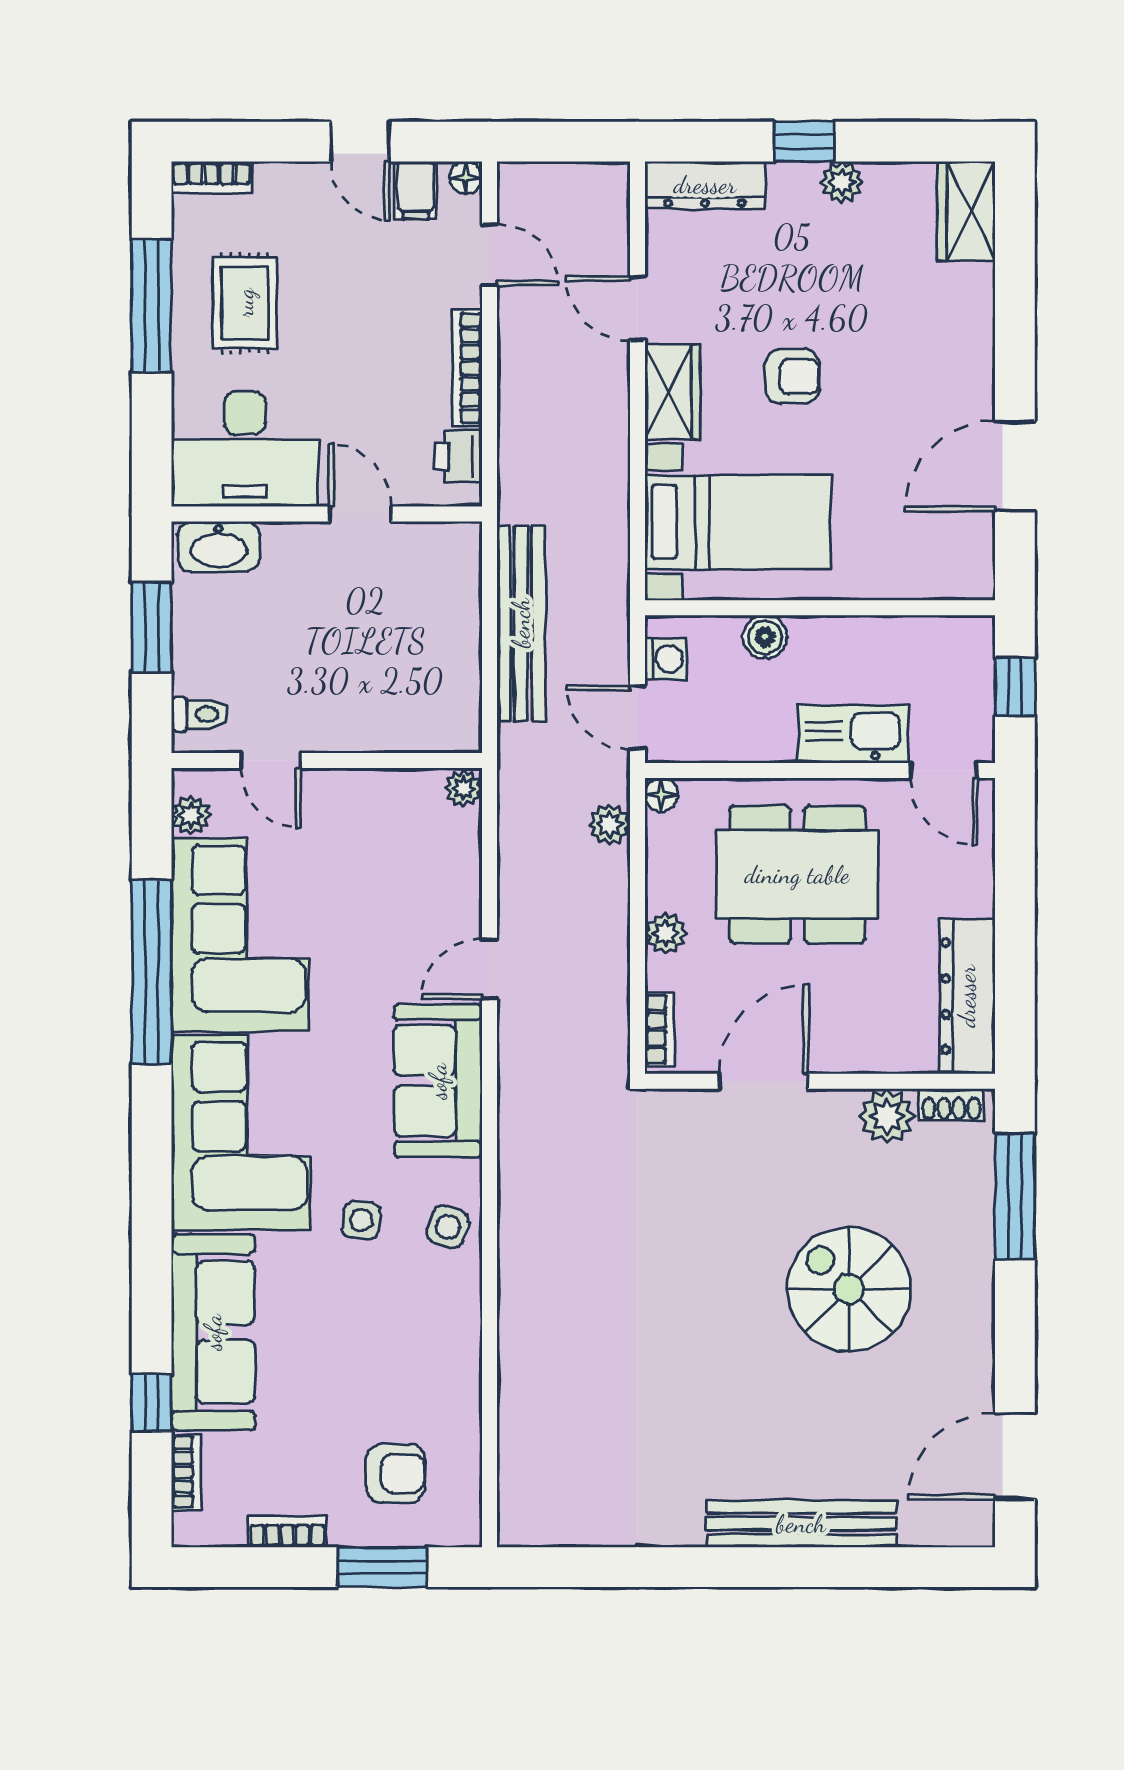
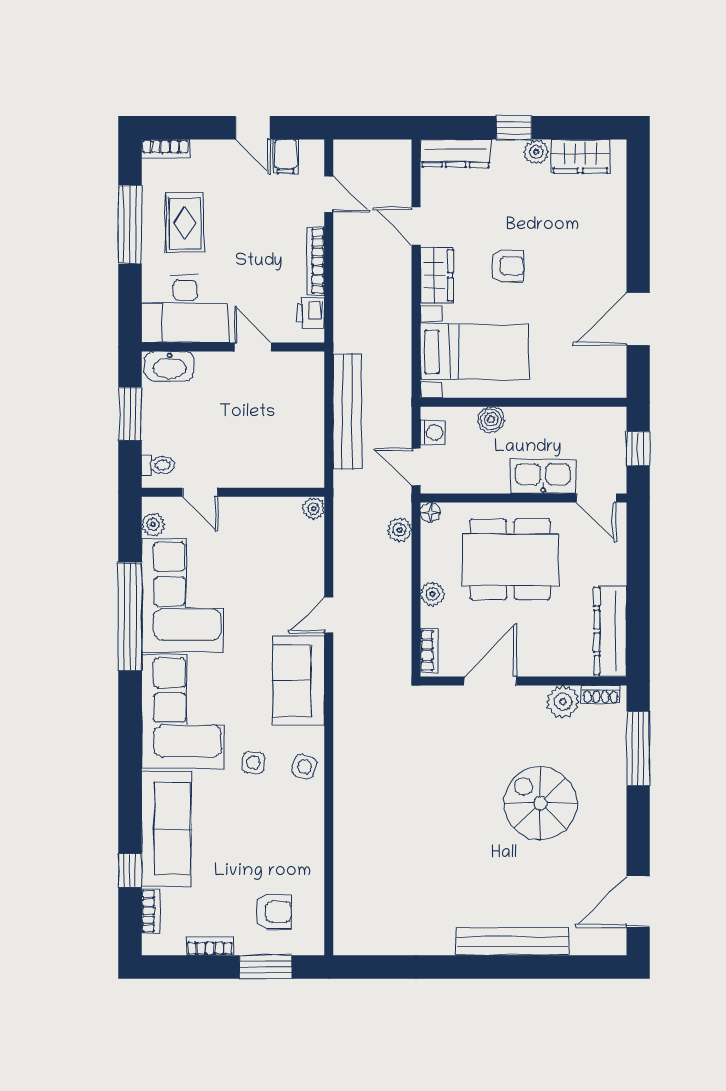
floor lamp: (466, 178) -> (315, 149), removed
wardrobe: (966, 211) -> (580, 156), moved, turned -90

